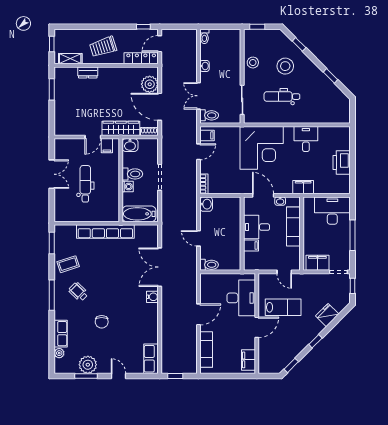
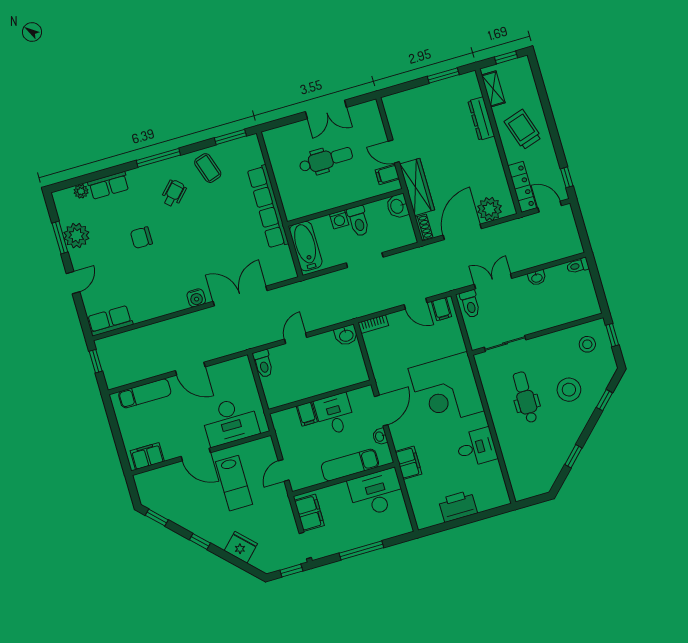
stool: (253, 63) -> (587, 344), moved
dresser: (88, 72) -> (481, 119), width x1.44
desk: (332, 211) -> (376, 493), moved, turned -90

